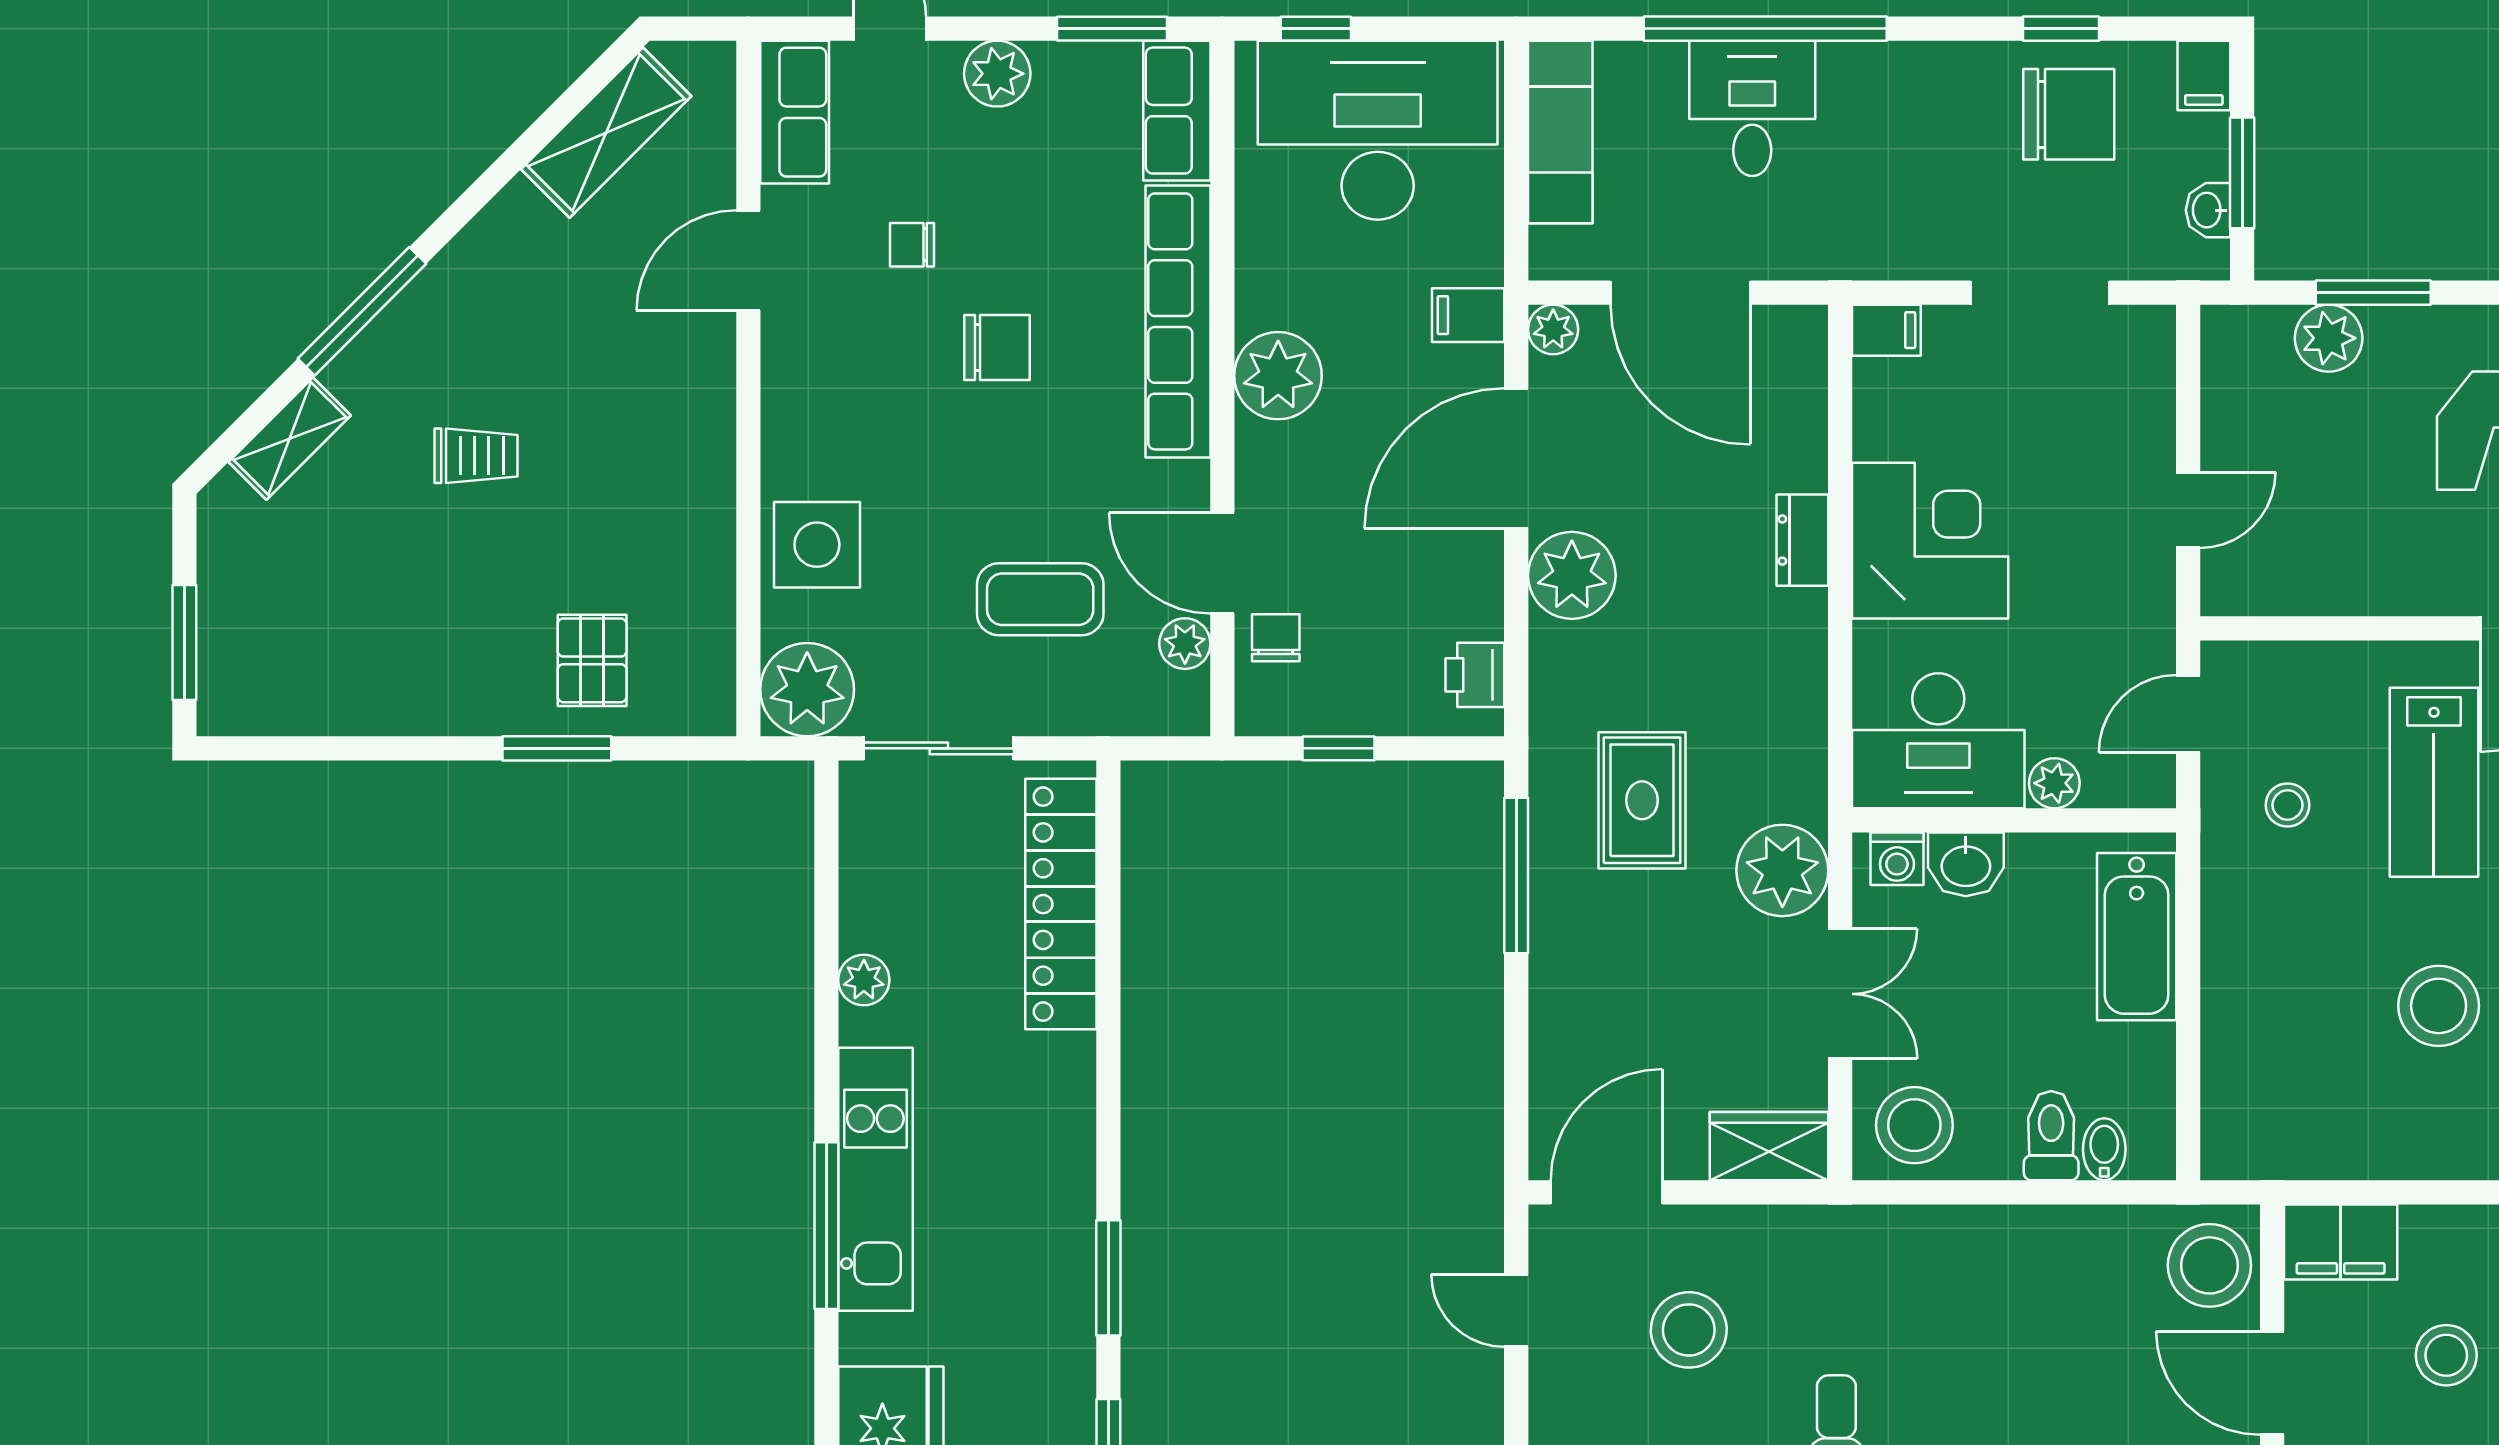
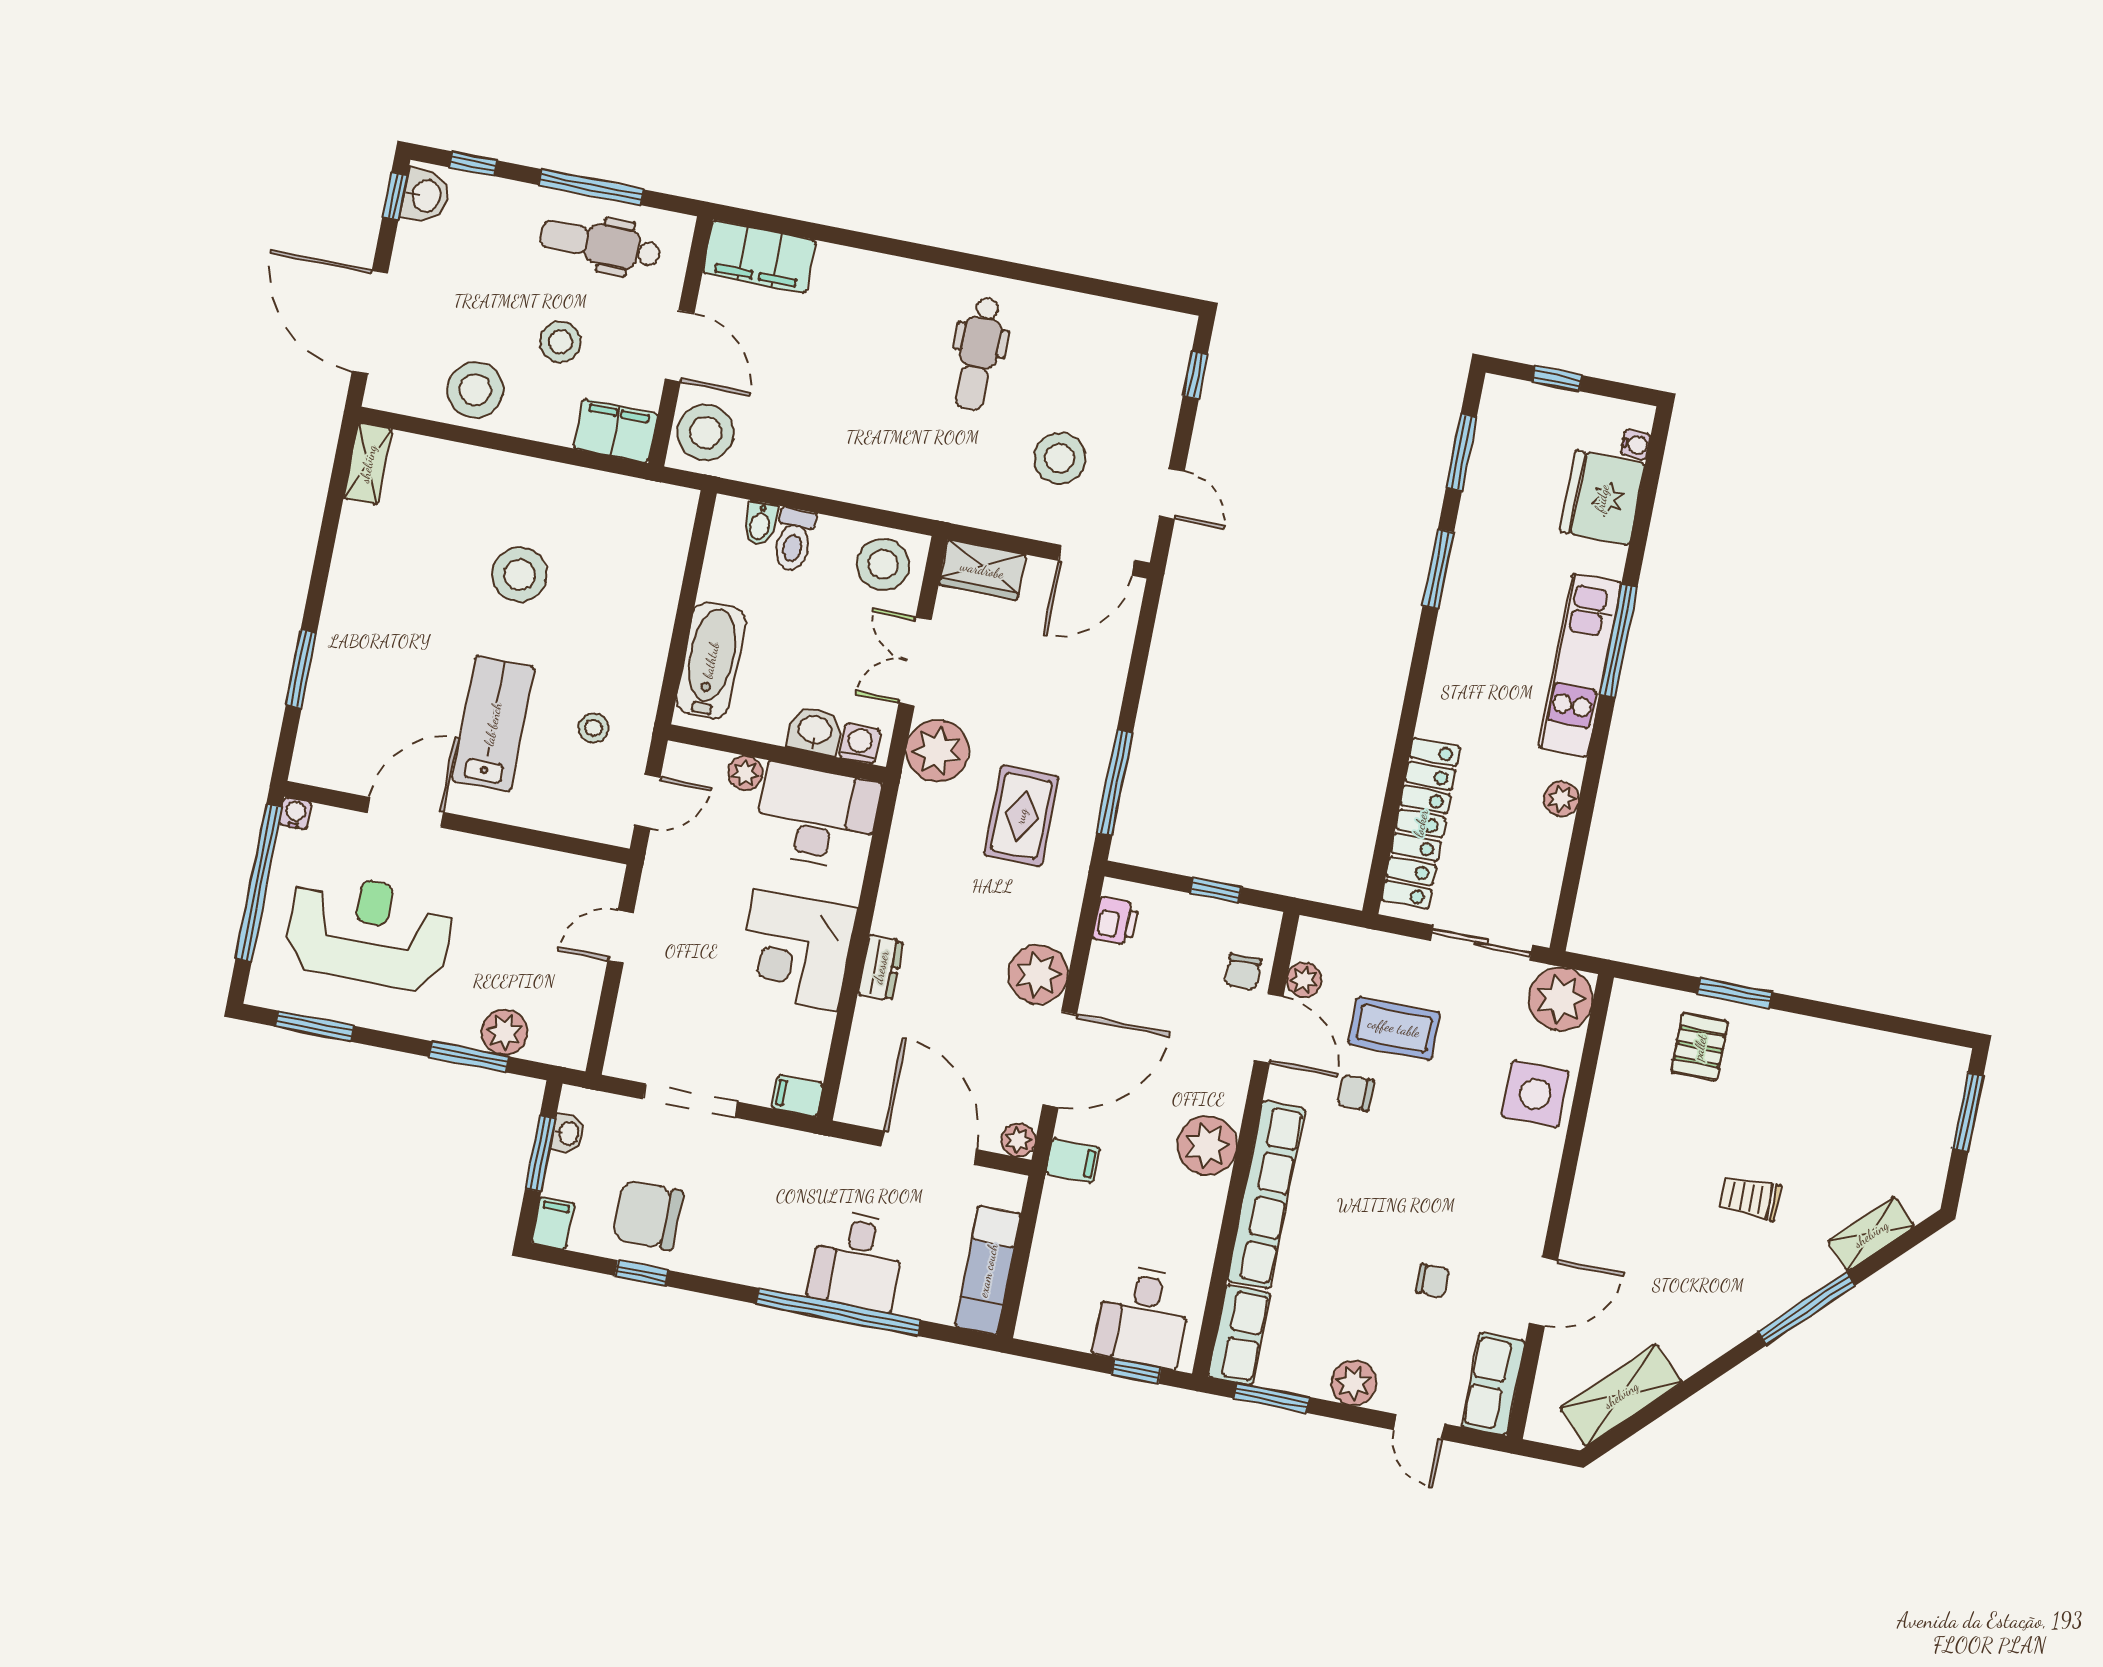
desk: (1378, 130) -> (1143, 1316), width x0.53, depth x0.77
chair: (997, 347) -> (1356, 1093), moved, width x0.73, depth x0.73

